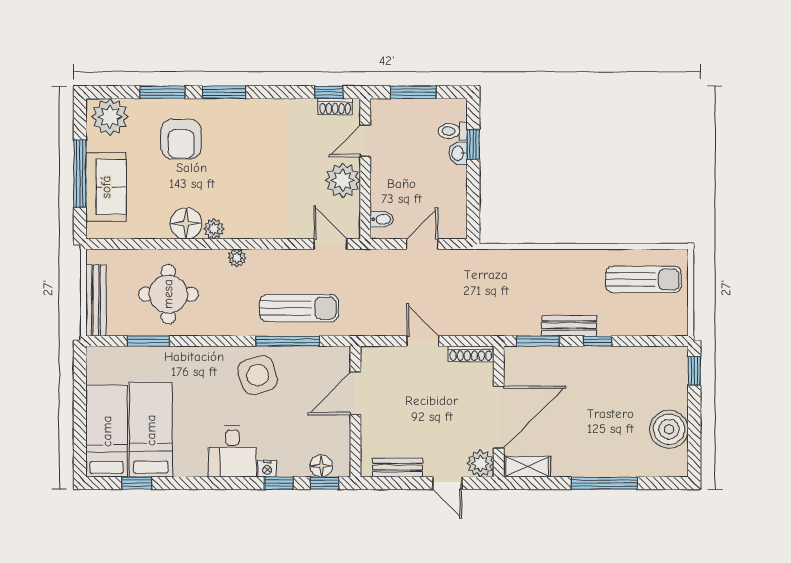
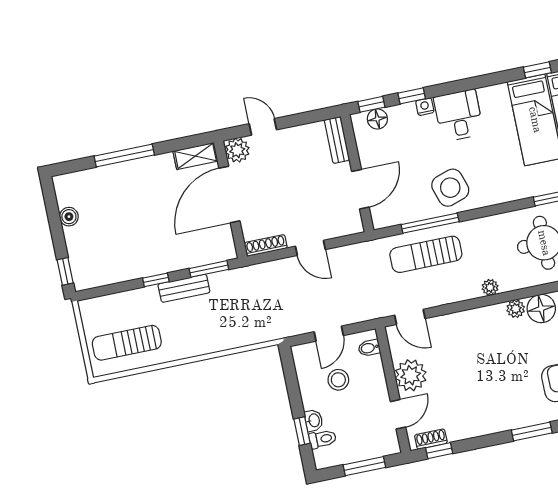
stool: (422, 192) -> (338, 380), added
boiler: (669, 429) -> (69, 217), width x0.54, depth x0.54
bench: (397, 468) -> (337, 140), moved, turned 90

